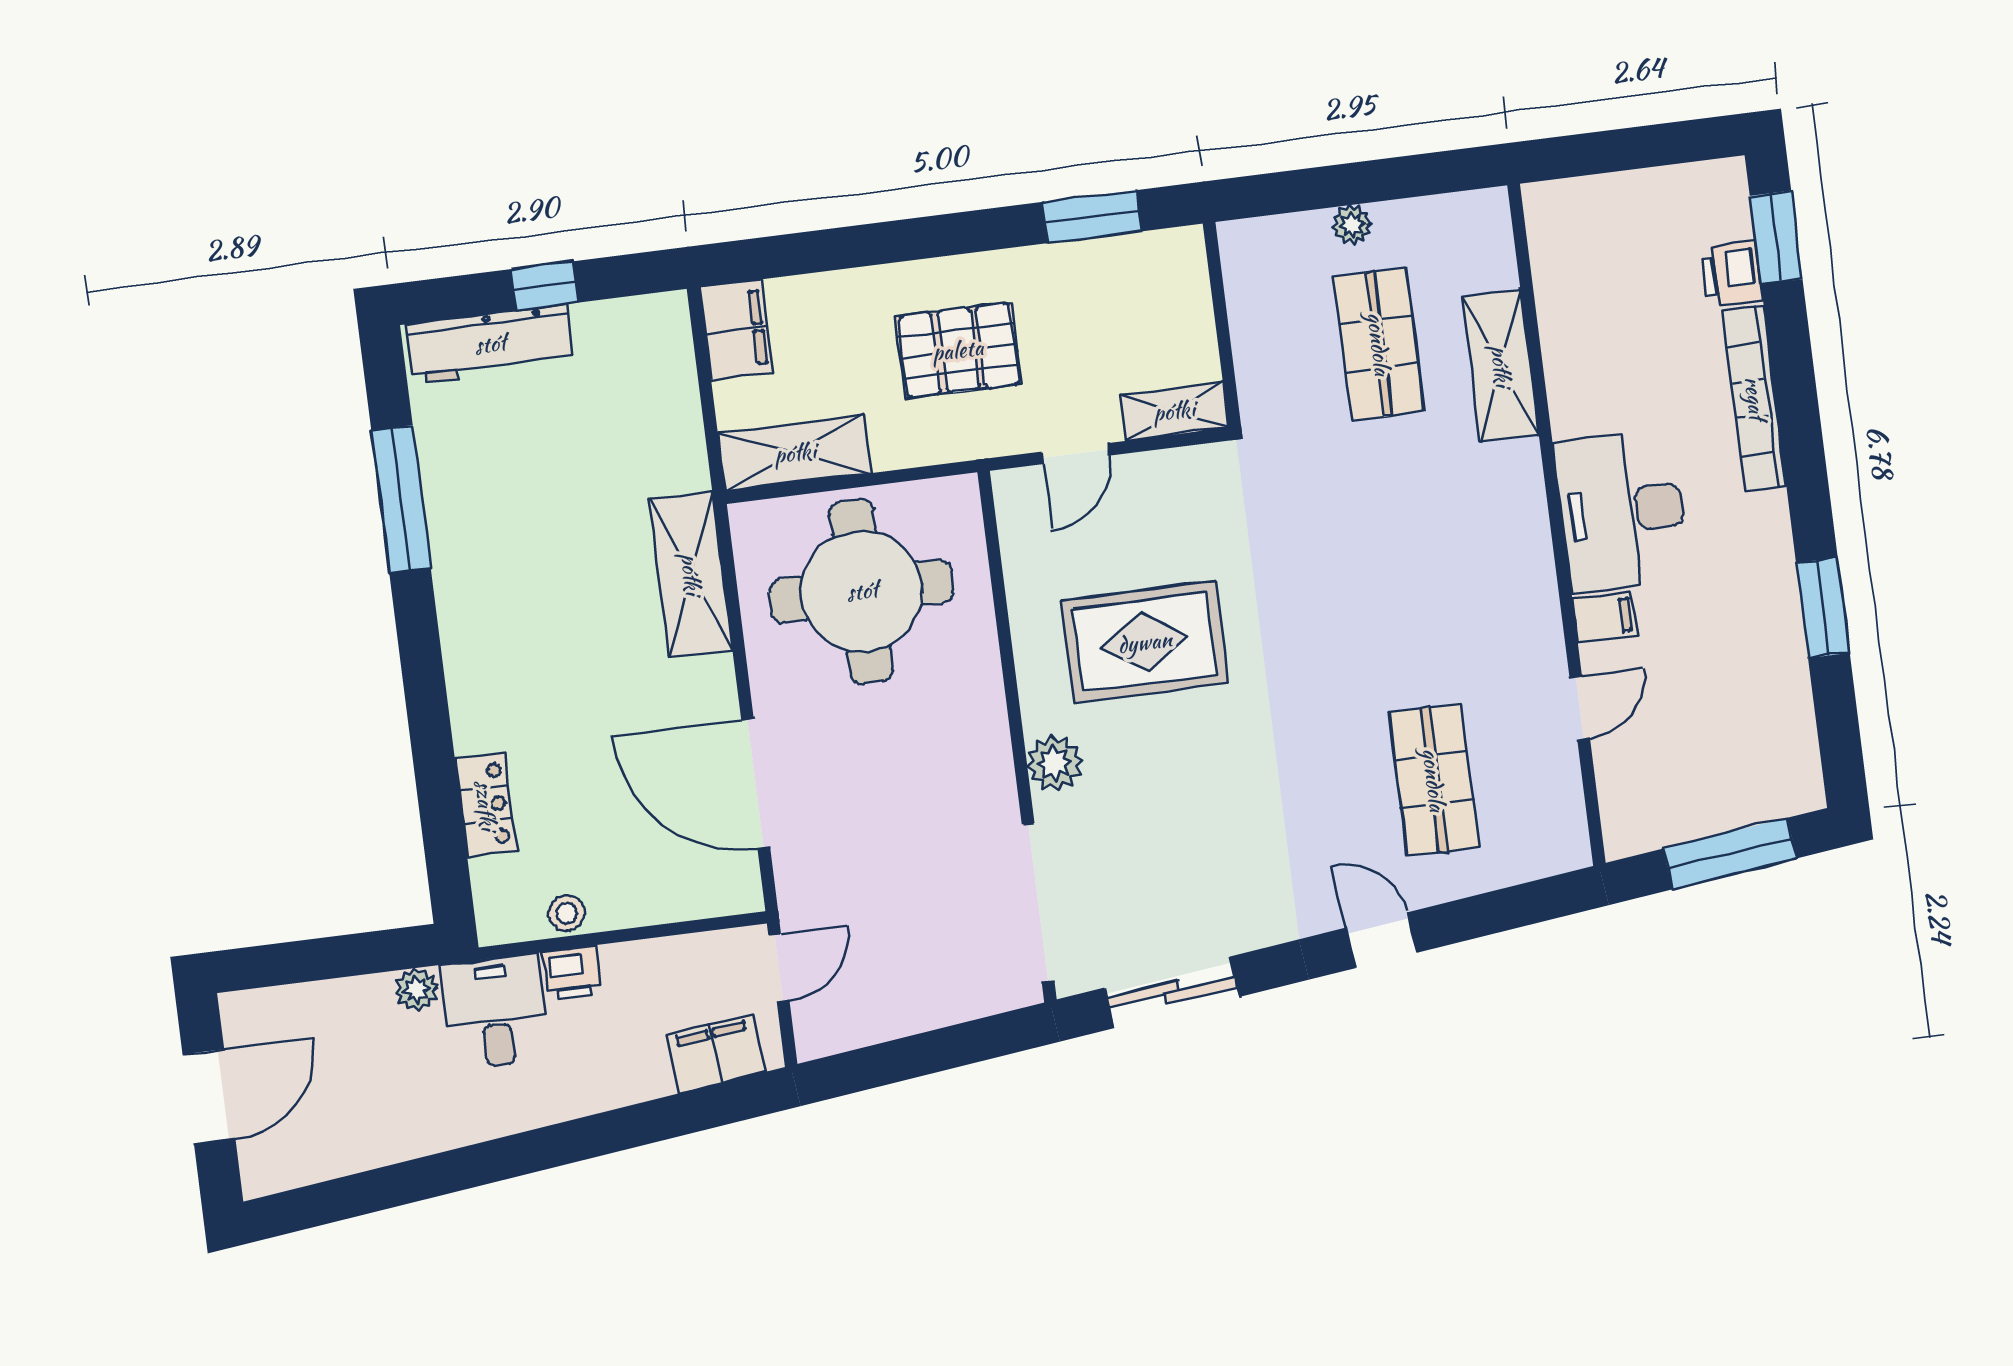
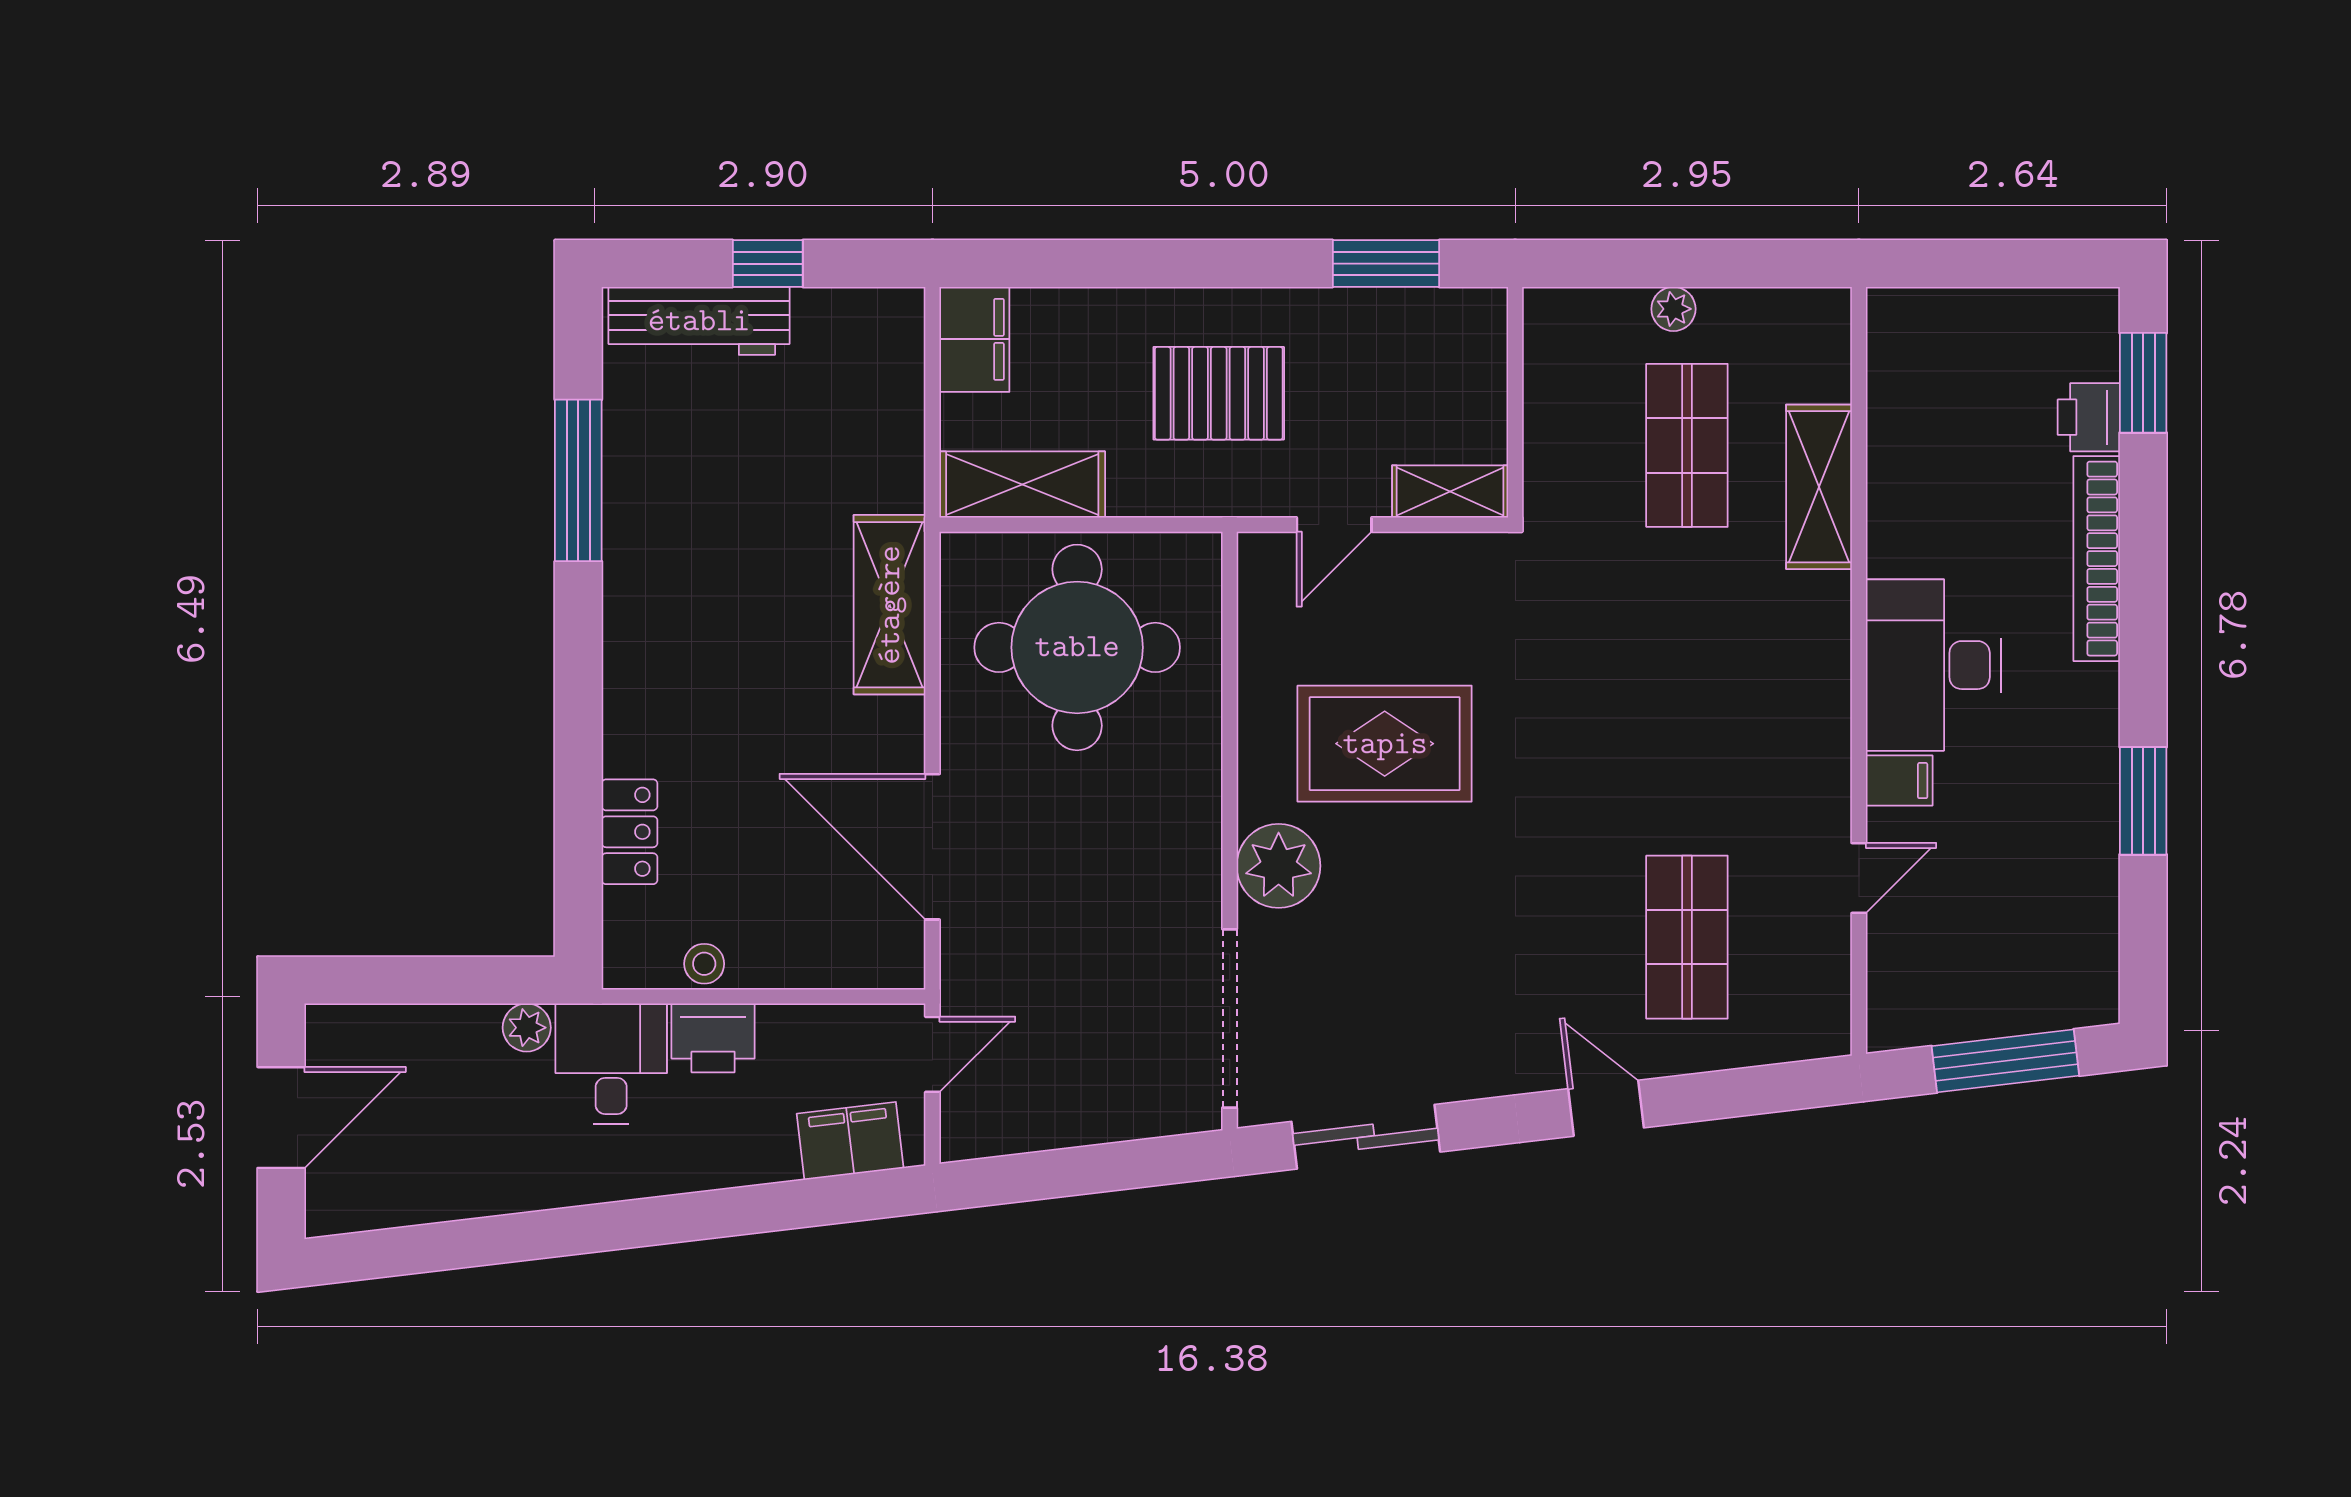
plant: (1054, 763) -> (1279, 866), width x1.36, depth x1.36
printer: (572, 973) -> (713, 1038), width x1.36, depth x1.24

